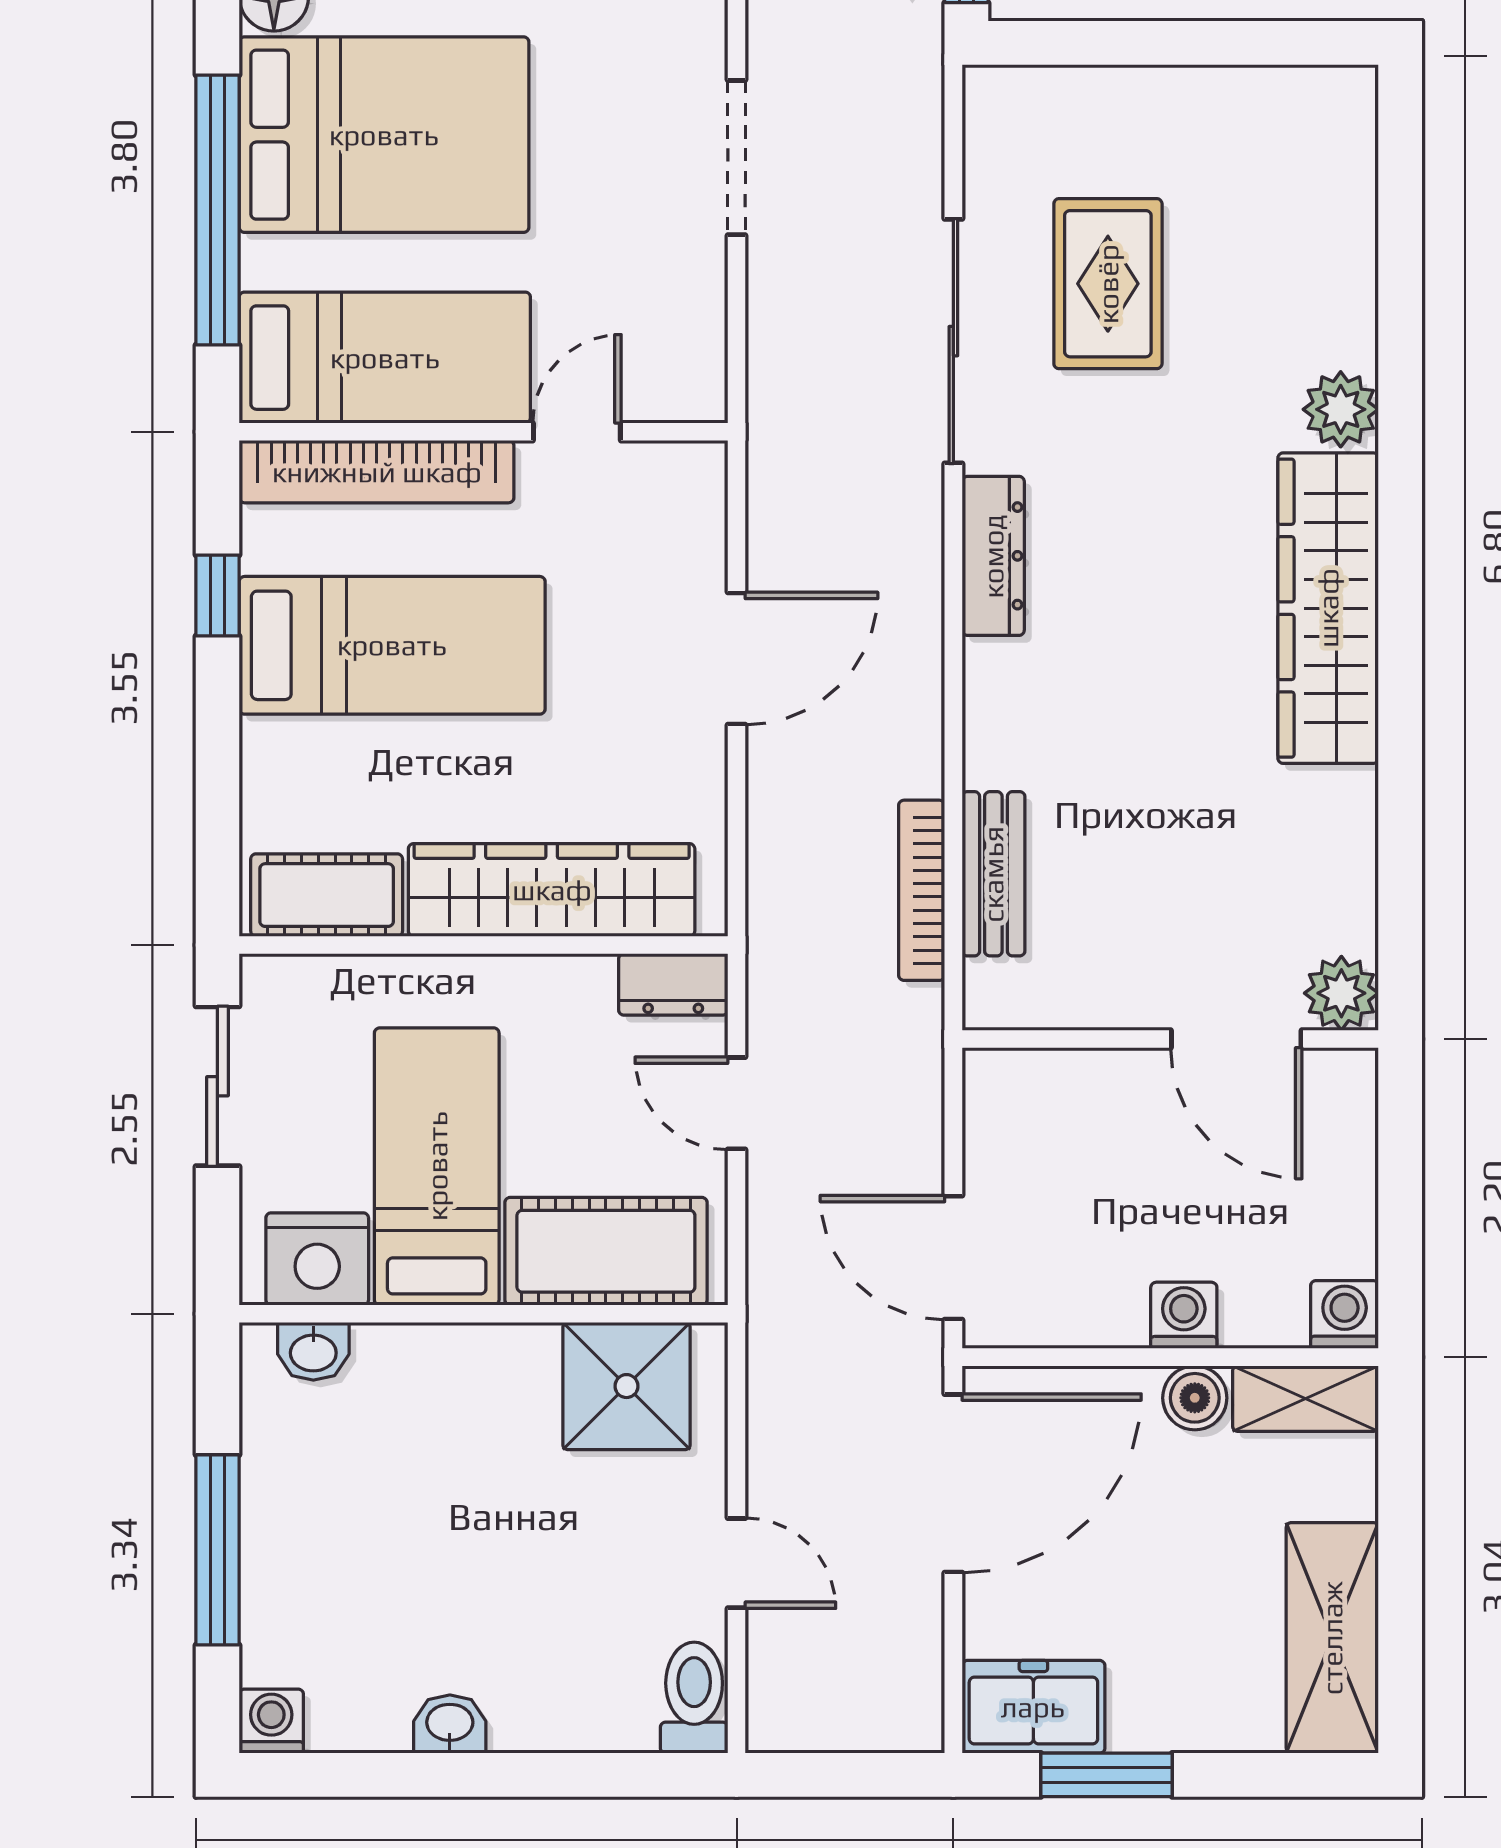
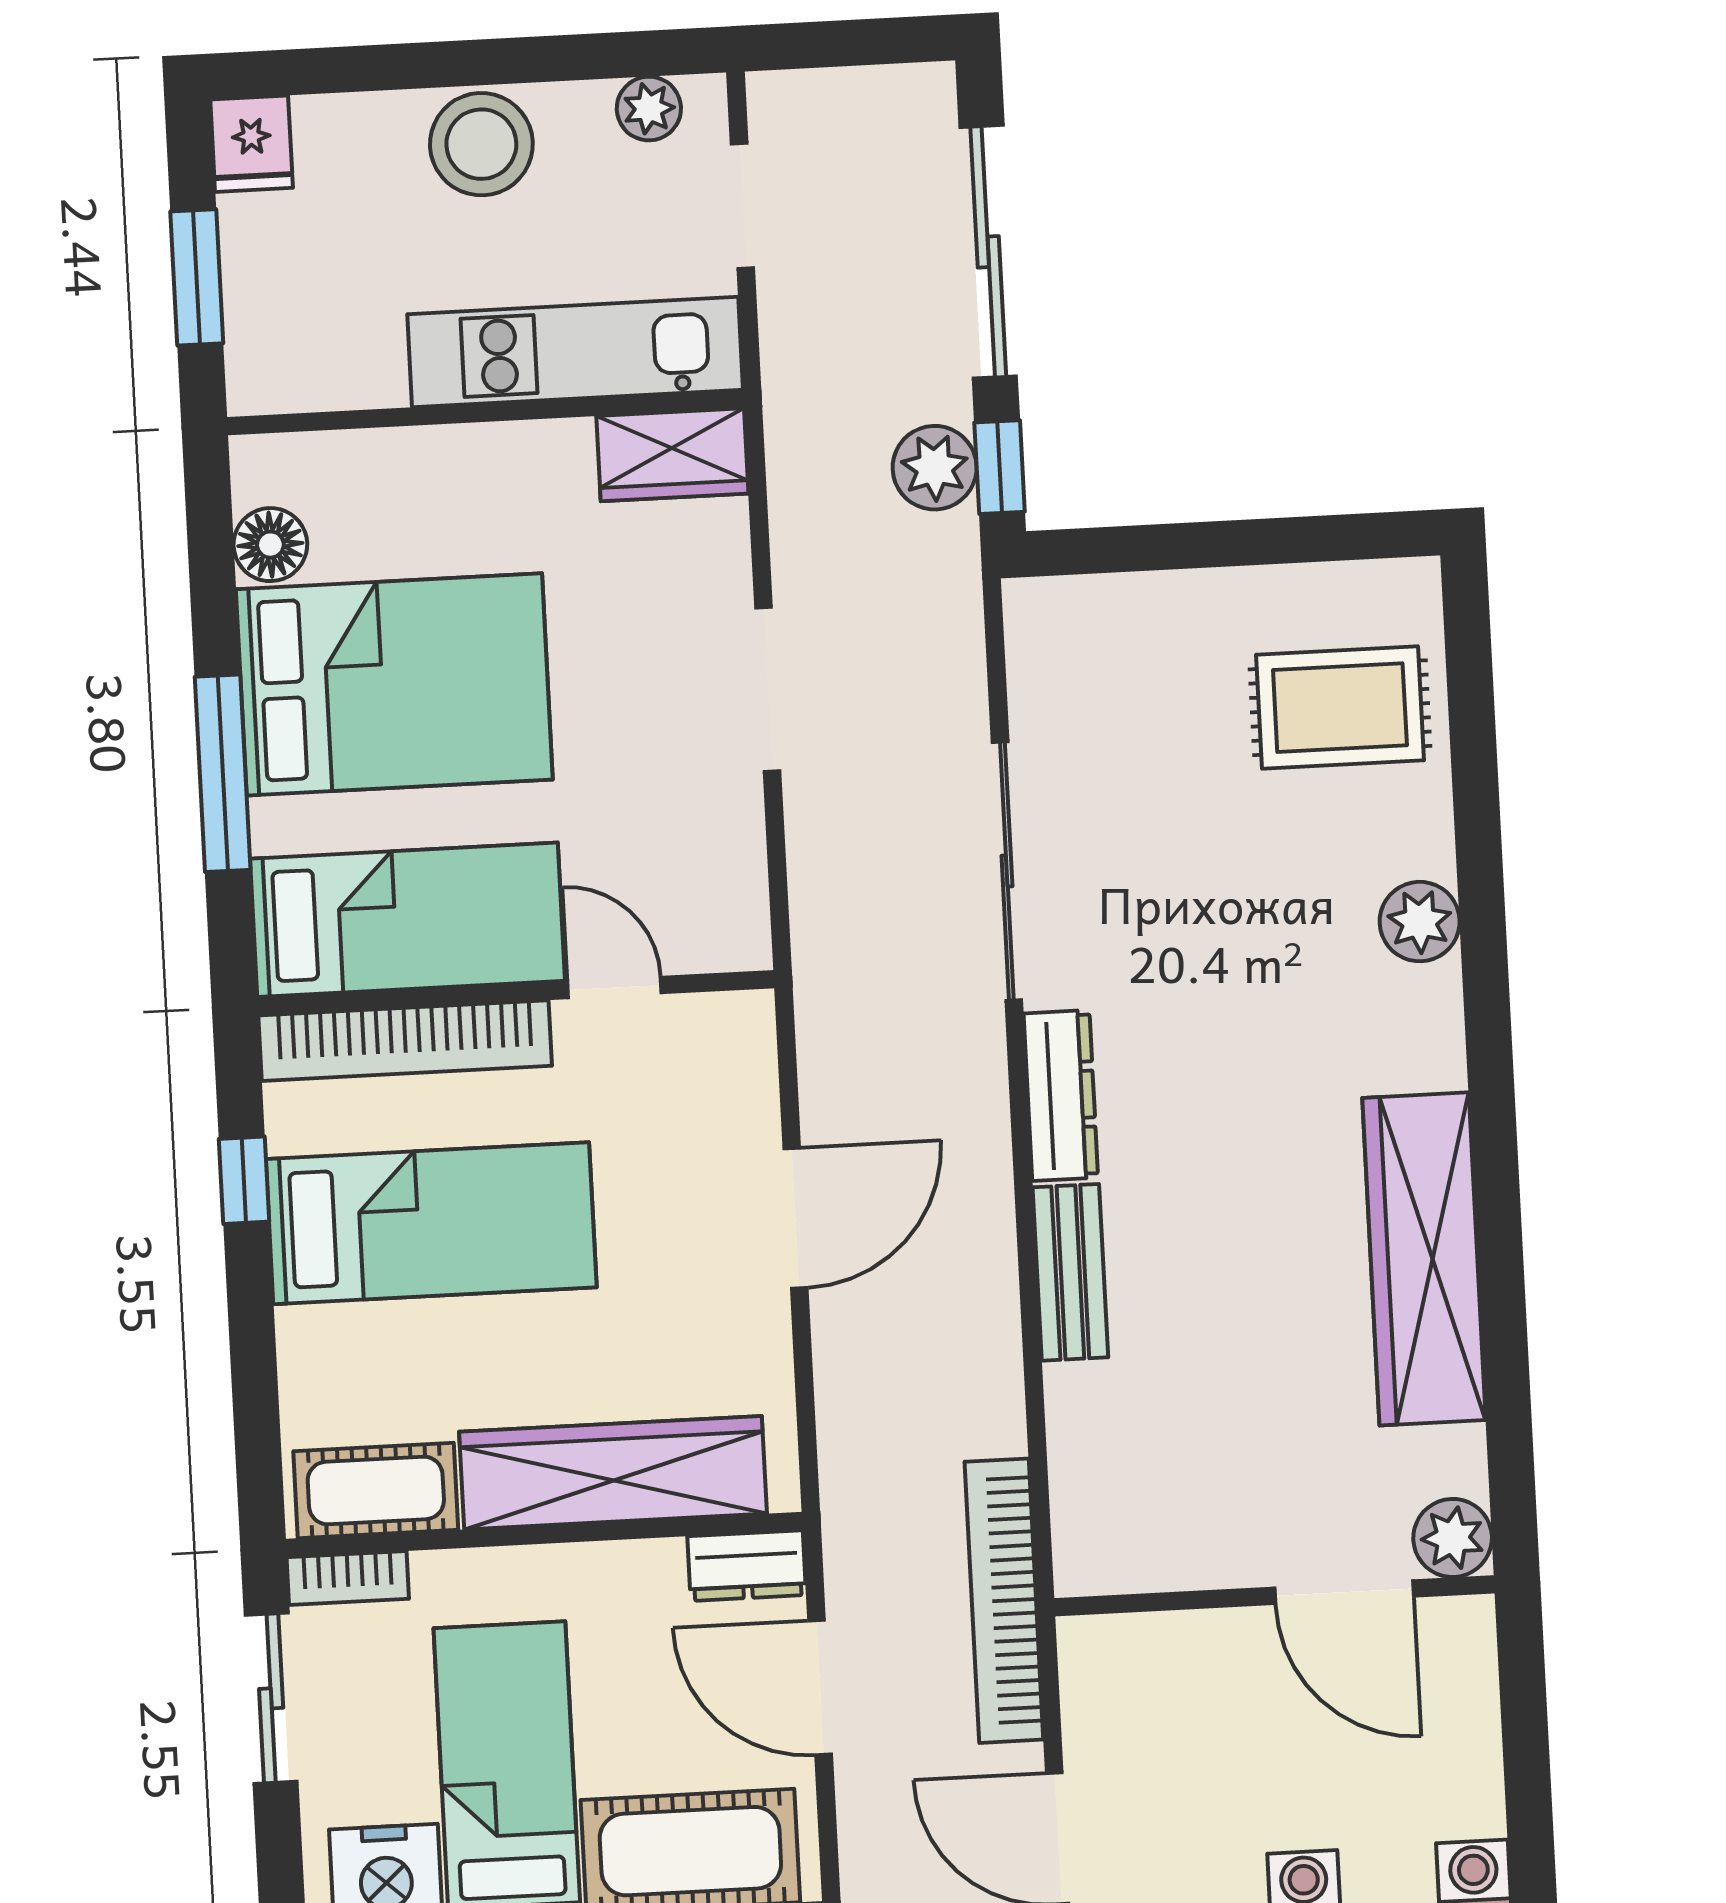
window: (217, 210) -> (223, 773), width x0.68
rug: (1108, 284) -> (1340, 708), moved, turned 90
door: (577, 432) -> (614, 987), hinge flipped
wardrobe: (1328, 608) -> (1424, 1259), moved
bench: (993, 874) -> (1070, 1272), moved
bookcase: (922, 890) -> (1004, 1601), moved, width x1.48, depth x1.31
bookcase: (296, 976) -> (348, 1578), added
door: (737, 1103) -> (820, 1688), width x1.38

